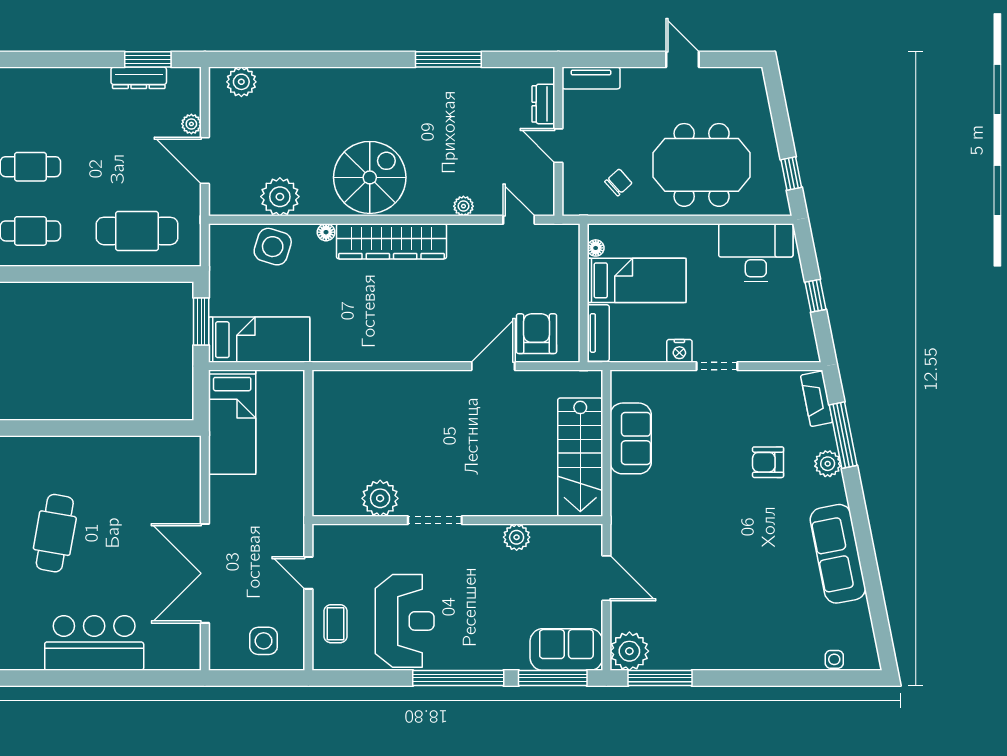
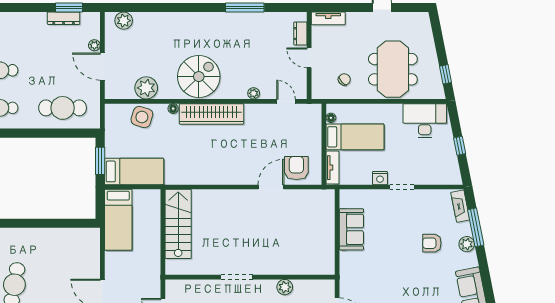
meeting table: (702, 165) -> (393, 69), turned 90
stairs: (580, 457) -> (178, 224), moved, turned 180
plant: (380, 498) -> (205, 264), removed

